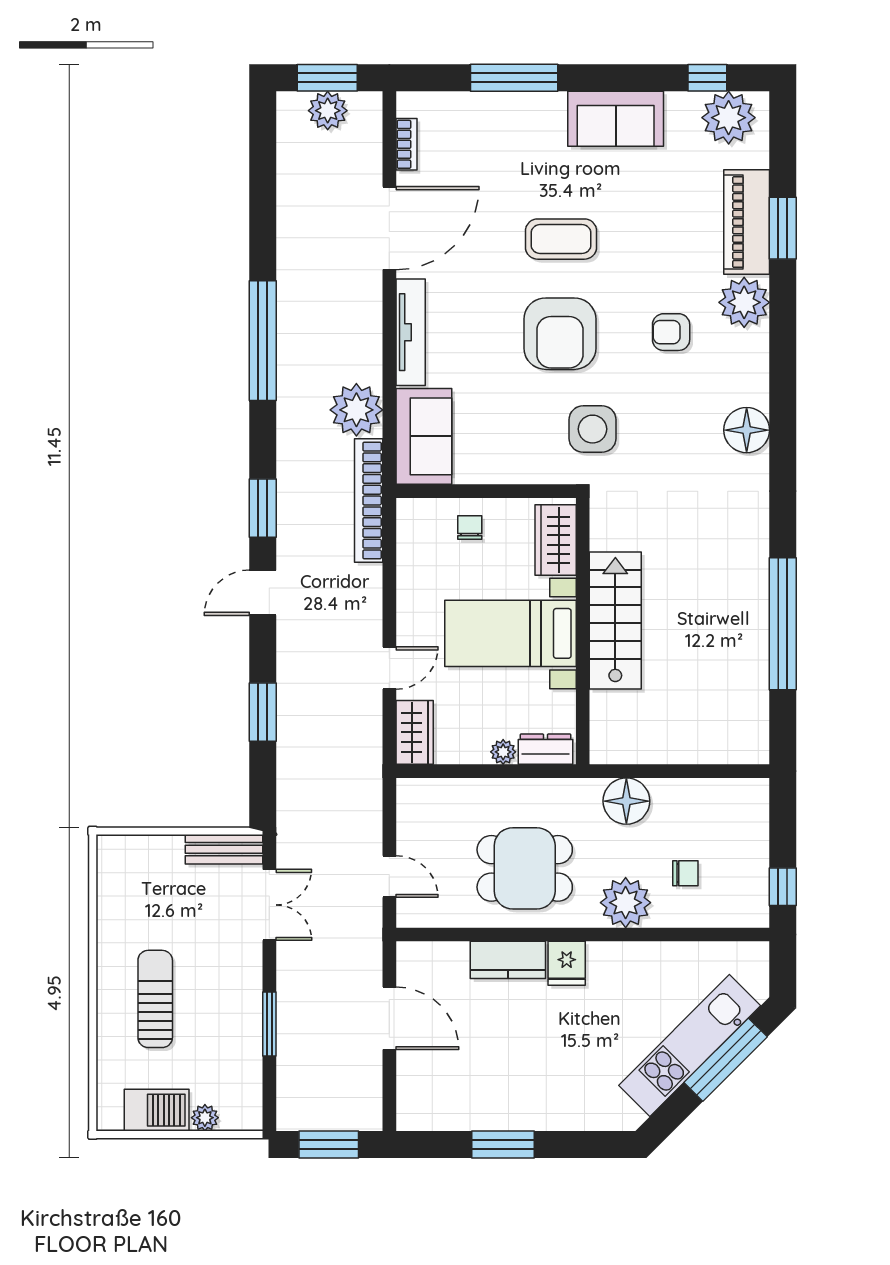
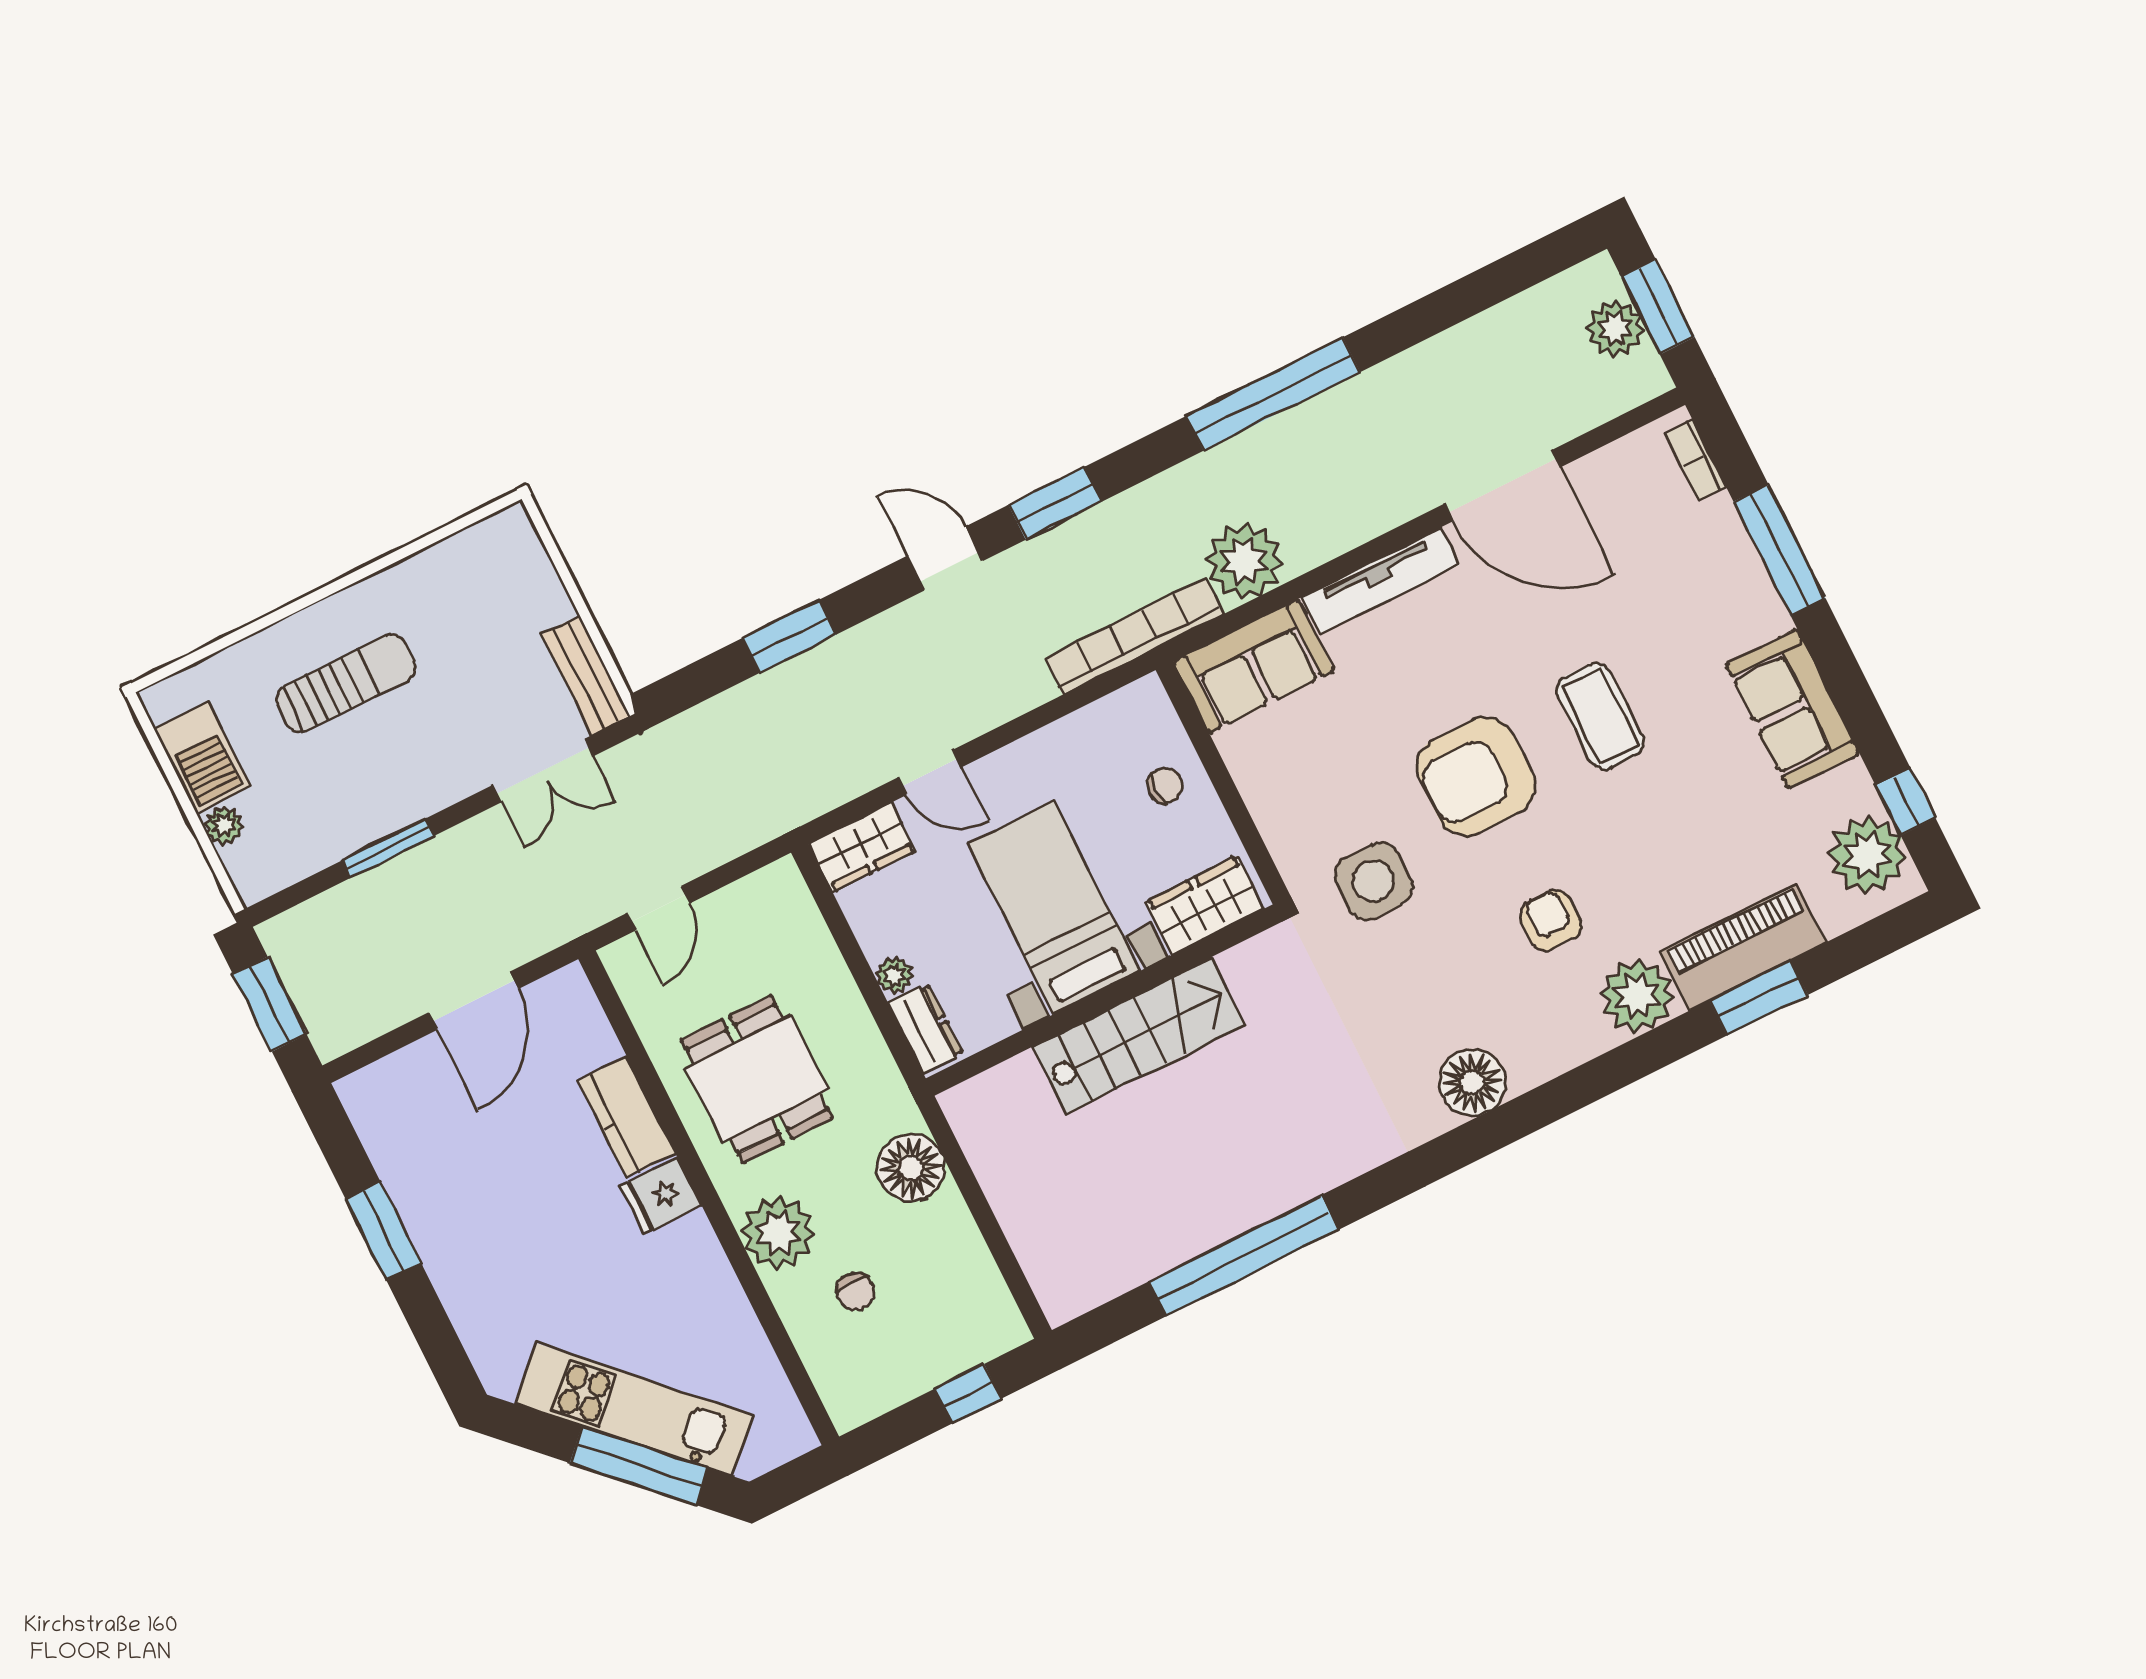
bookcase: (406, 144) -> (1696, 460), moved, turned 90
window: (783, 887) -> (968, 1394), moved

